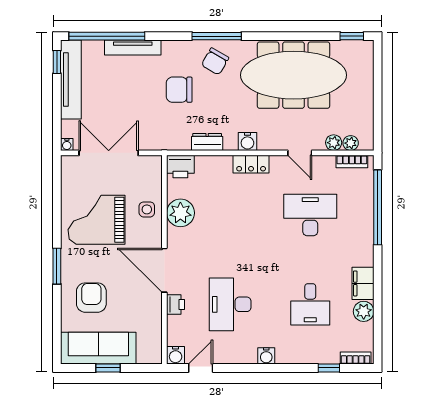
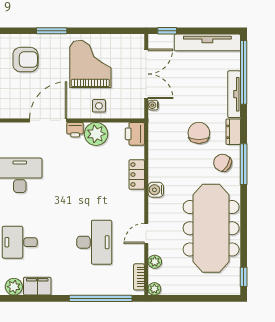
window: (57, 62) -> (167, 31), moved
dresser: (207, 142) -> (233, 132), moved, turned 180
plant: (351, 143) -> (154, 289), moved
water cooler: (67, 145) -> (153, 105), moved
locker: (251, 164) -> (137, 175), moved
printer: (175, 305) -> (75, 130), moved

